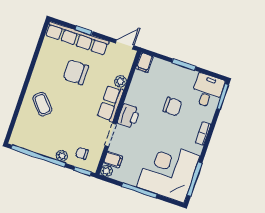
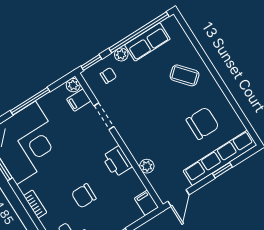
chair: (76, 72) -> (203, 123), moved
row of seats: (110, 103) -> (147, 42), moved, turned 90
printer: (129, 116) -> (117, 162), moved

